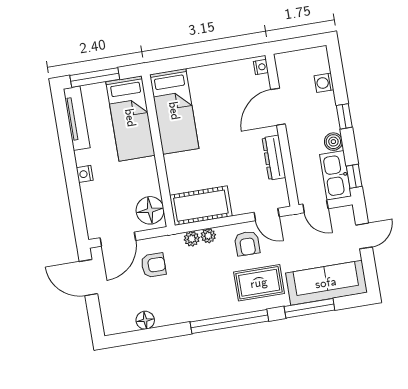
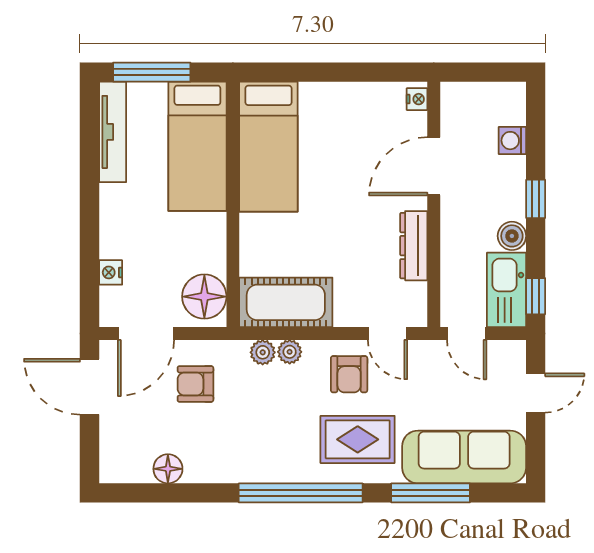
nightstand: (85, 174) -> (111, 272), moved
armchair: (153, 265) -> (195, 384), turned 180

